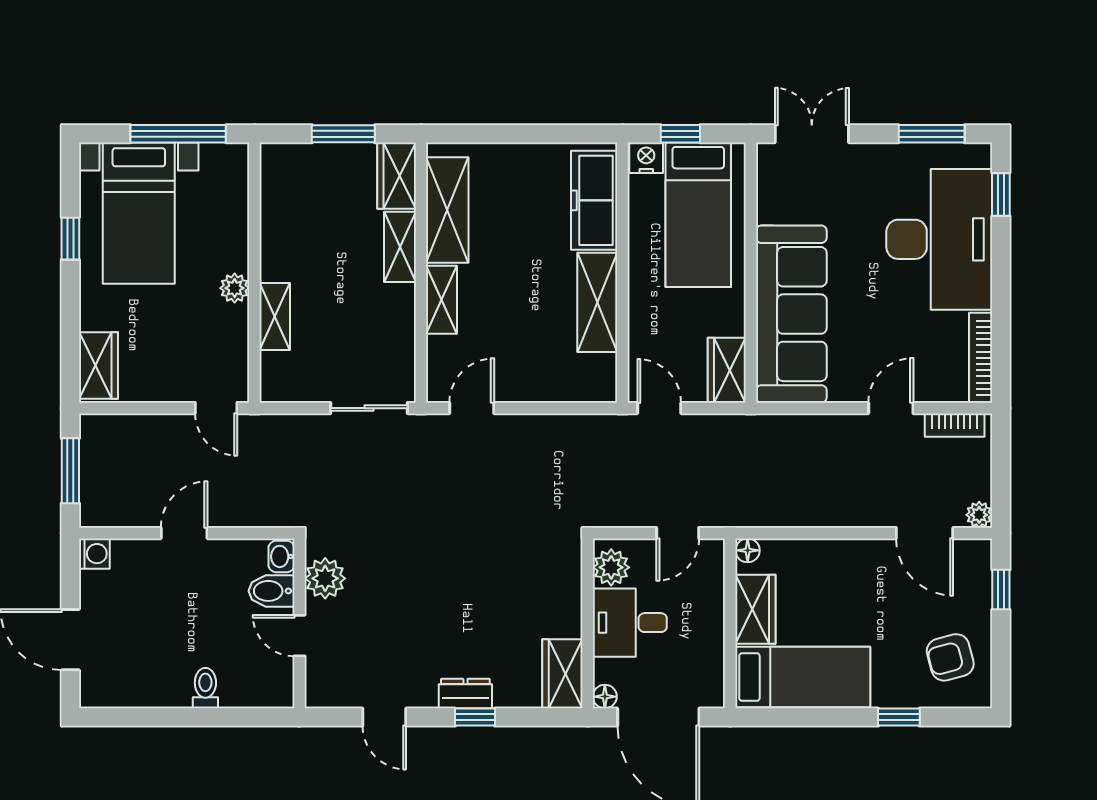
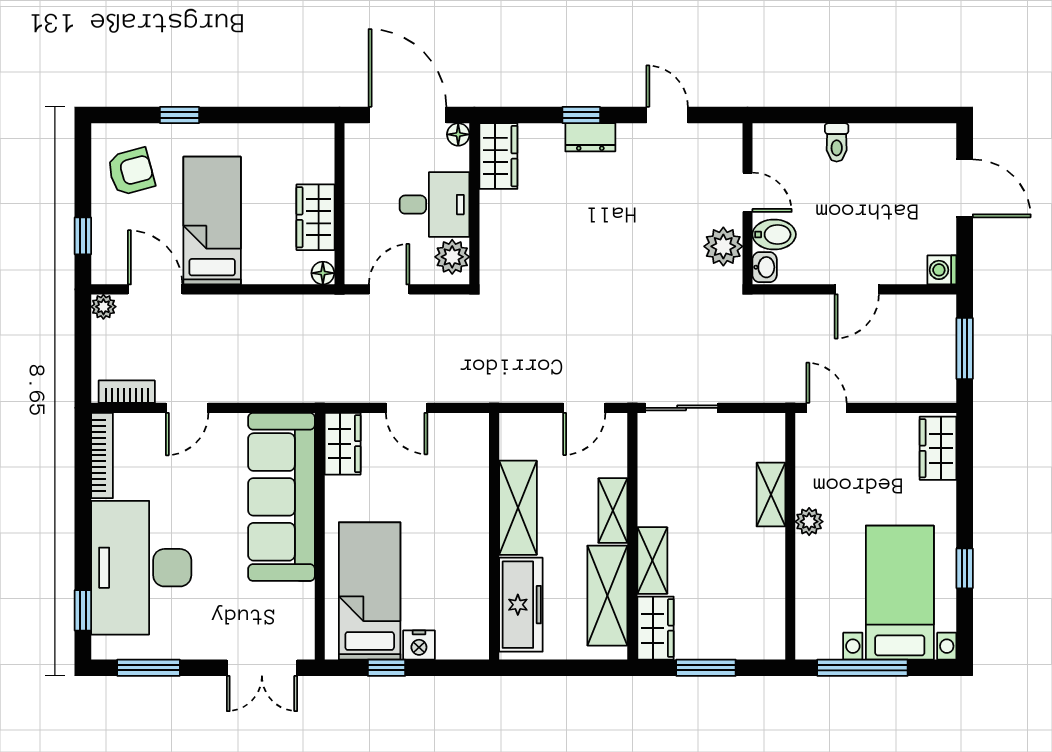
freezer: (594, 200) -> (521, 605), moved
wall: (622, 273) -> (494, 536), moved
shelving: (597, 302) -> (518, 508), moved
bed: (803, 677) -> (212, 221), moved, turned 90

